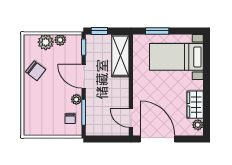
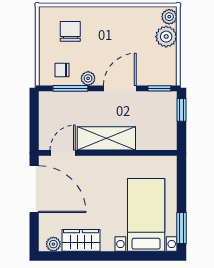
window: (157, 31) -> (182, 228), moved
plant: (60, 40) -> (169, 17), moved
shelving: (120, 56) -> (106, 138), moved
chair: (36, 71) -> (70, 31), moved, turned 142
door: (158, 139) -> (34, 189), hinge flipped

